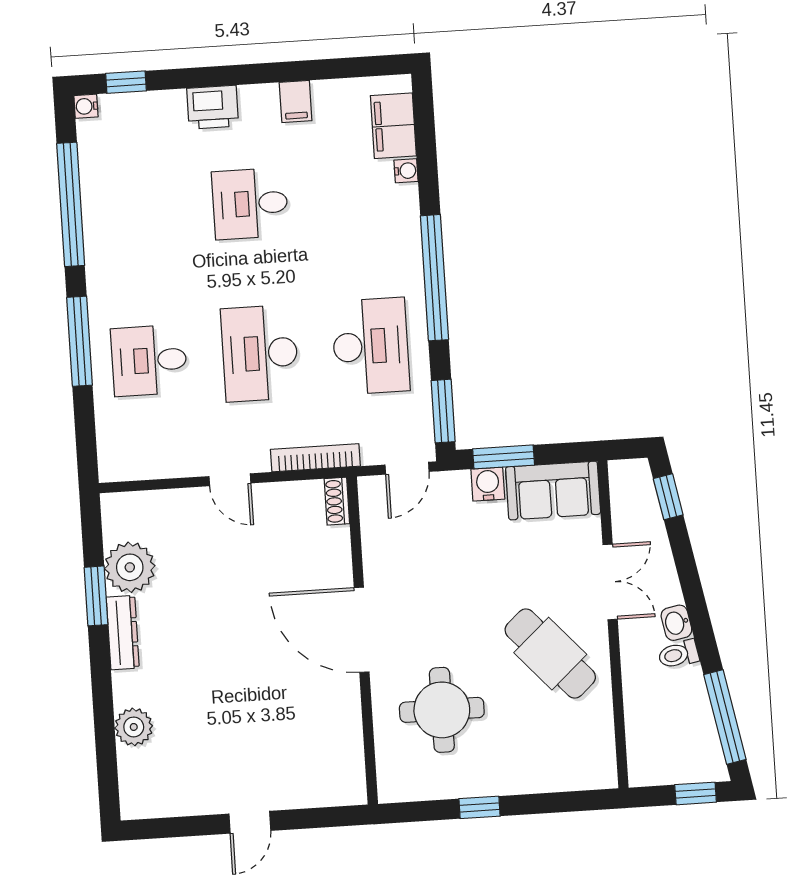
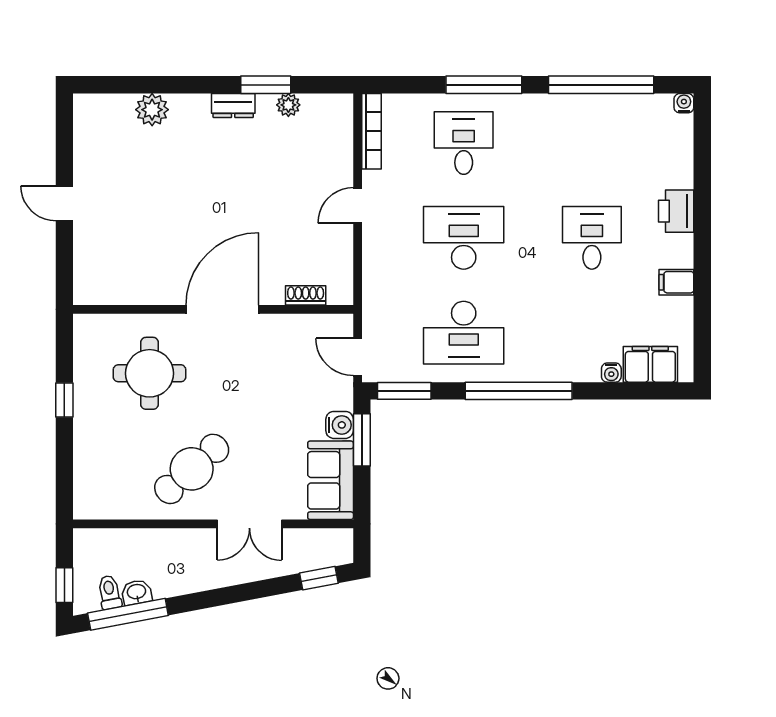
window: (126, 82) -> (702, 139), removed
bookcase: (315, 458) -> (372, 131), moved
shoe rack: (337, 501) -> (306, 295), moved
plant: (130, 567) -> (288, 105), width x0.53, depth x0.53
washbasin: (676, 623) -> (137, 592), moved
dresser: (123, 632) -> (233, 106), width x0.70
toilet: (678, 654) -> (110, 592), moved

